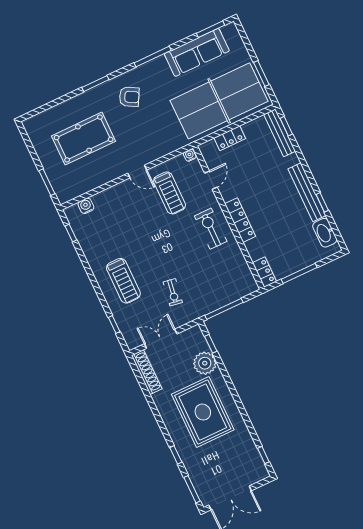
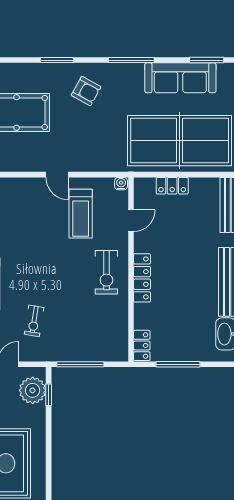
exercise bike: (211, 229) -> (106, 272), turned 180
plant: (205, 363) -> (33, 390), moved

